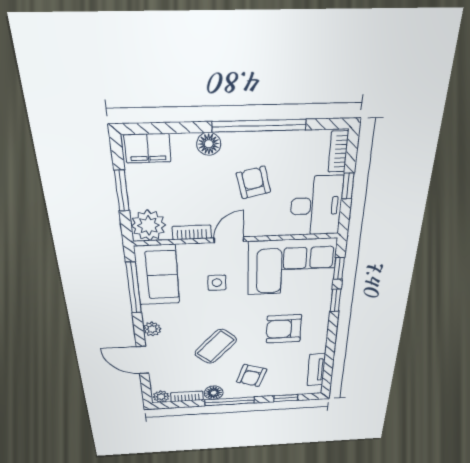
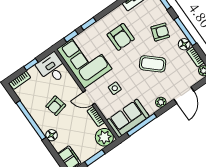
desk: (316, 206) -> (52, 68), width x0.73

